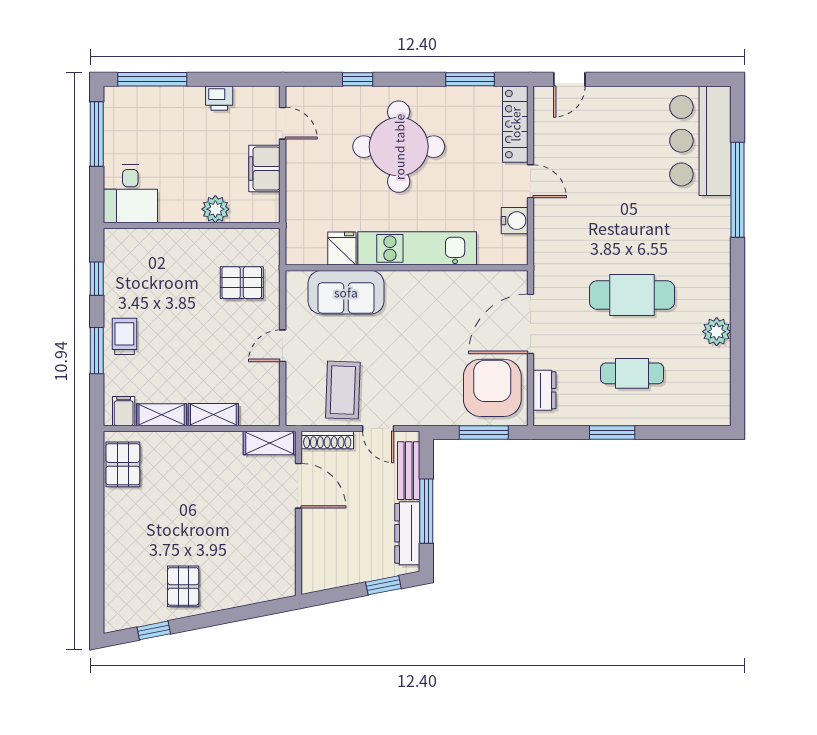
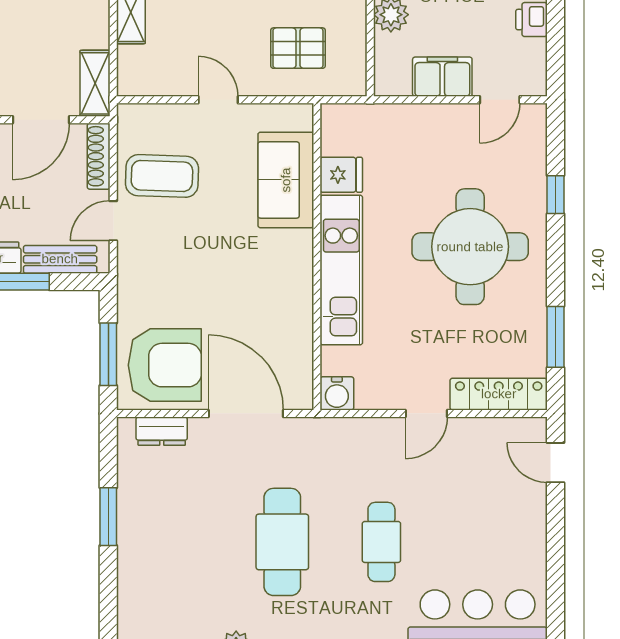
water cooler: (515, 221) -> (337, 393), moved
pallet: (242, 283) -> (298, 48), turned 90
cafe table: (632, 373) -> (381, 542), moved

